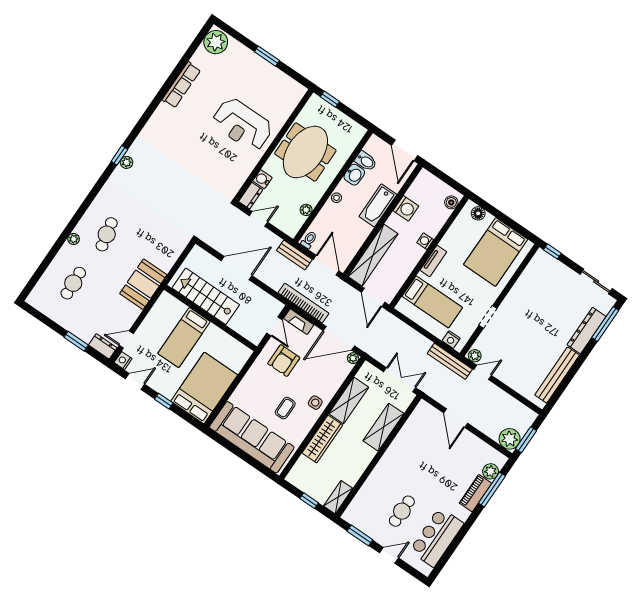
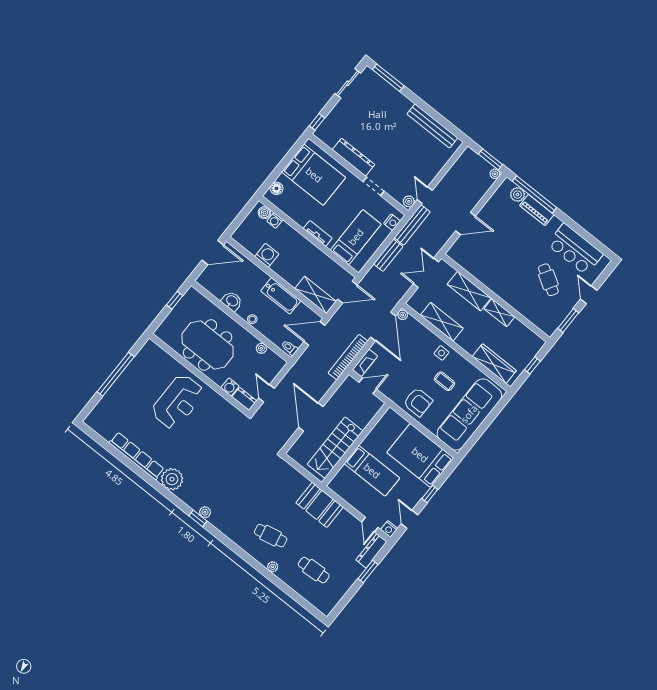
plant: (216, 42) -> (172, 479), moved
window: (267, 56) -> (116, 374), width x2.11
row of seats: (181, 85) -> (137, 456), width x1.36
window: (330, 99) -> (175, 300), moved
bidet: (366, 161) -> (220, 289), removed
bathtub: (378, 205) -> (281, 296), moved
washing machine: (425, 241) -> (275, 220), moved
bench: (294, 255) -> (388, 255), moved
shelving: (373, 255) -> (316, 295), width x0.68
dresser: (586, 331) -> (353, 157), moved, turned 180
dresser: (103, 346) -> (371, 551), width x1.44
armchair: (284, 361) -> (418, 402), moved
wardrobe: (322, 439) -> (494, 364), moved
plant: (510, 439) -> (495, 174), width x0.53, depth x0.53
window: (492, 490) -> (535, 194), width x1.46
shelving: (338, 497) -> (499, 313), moved
cafe table: (402, 511) -> (548, 280), turned 31

